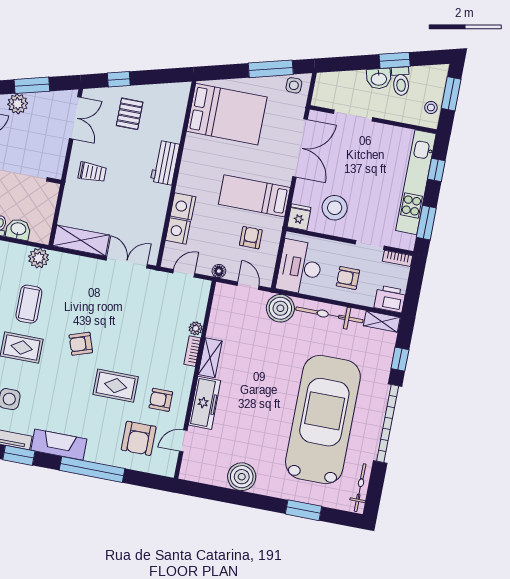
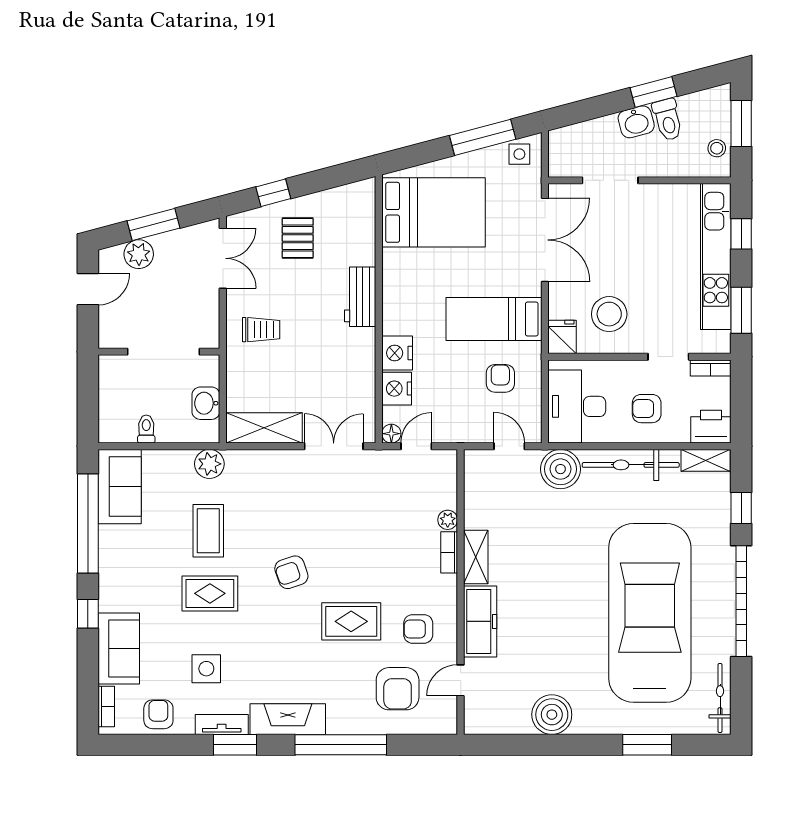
washbasin: (18, 229) -> (206, 403), moved, turned -90
floor lamp: (219, 271) -> (391, 434), moved

